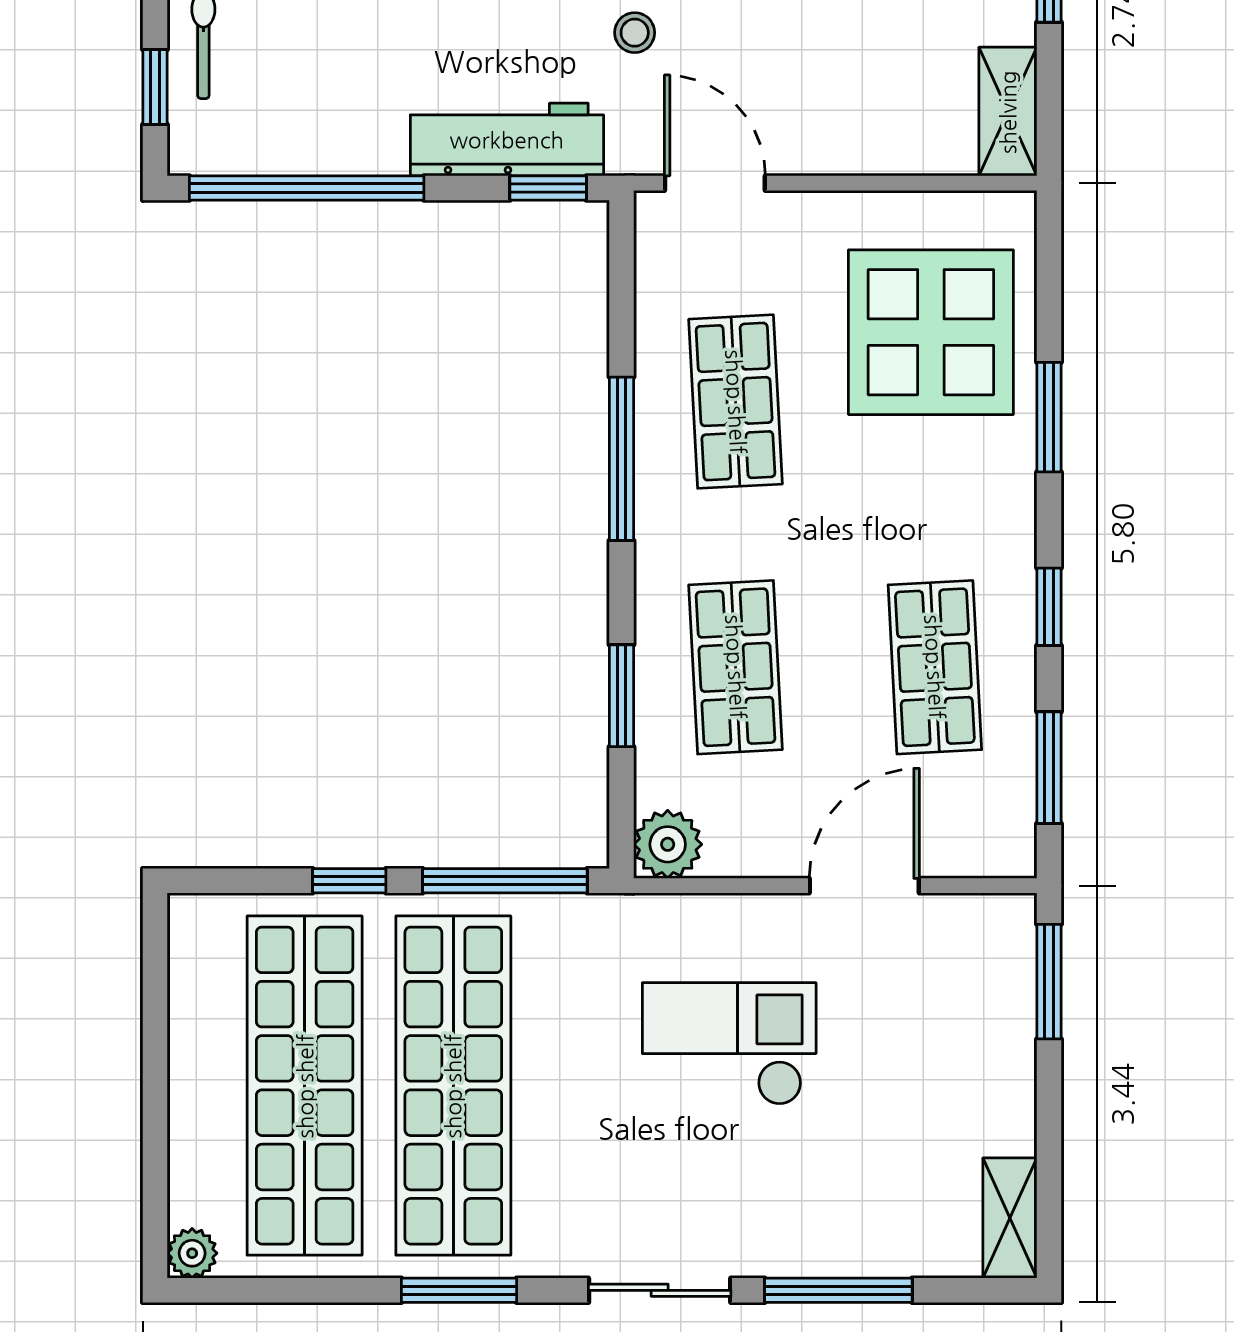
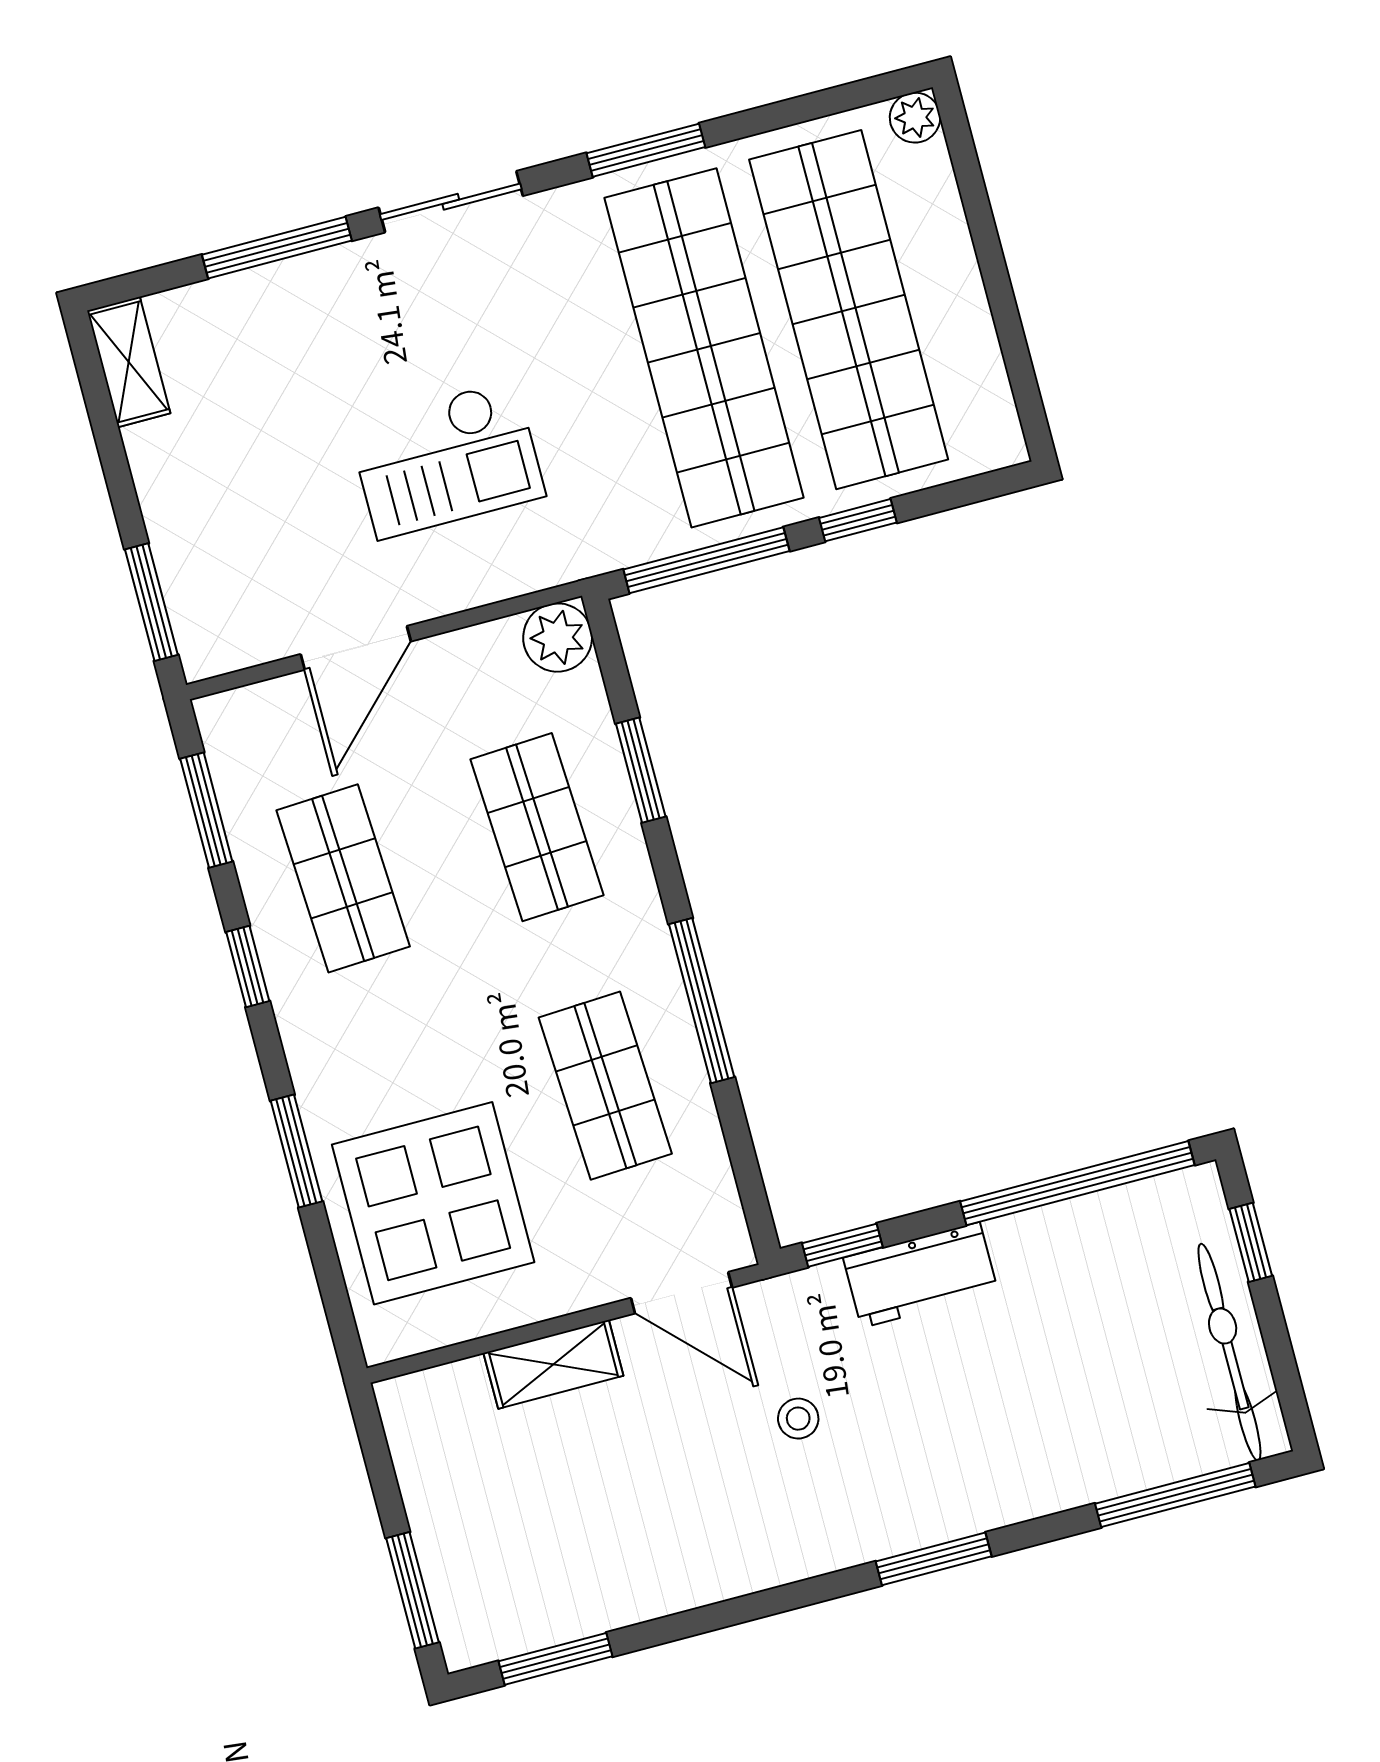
shelving: (1008, 112) -> (553, 1364), moved, turned 90
workbench: (507, 140) -> (921, 1275), width x0.73

